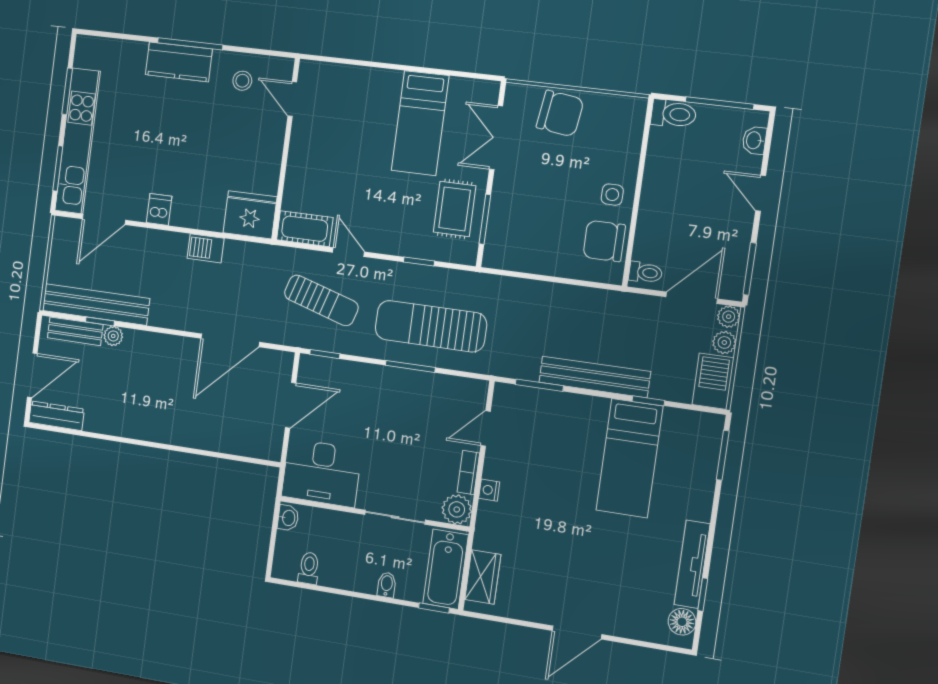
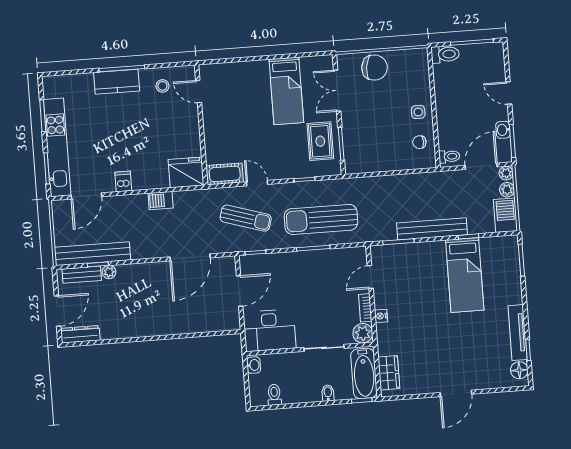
washbasin: (754, 140) -> (503, 130), moved
chair: (604, 241) -> (419, 142), width x0.54, depth x0.54

